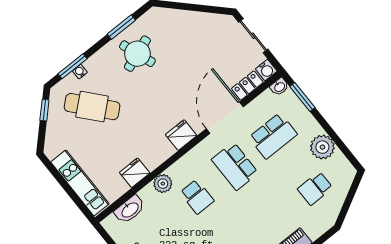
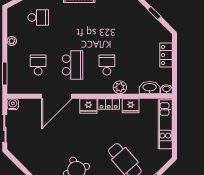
locker: (247, 86) -> (109, 104), moved
washbasin: (279, 87) -> (166, 89), moved
school desk: (273, 136) -> (38, 65), width x0.54
plant: (322, 147) -> (12, 41), width x0.53, depth x0.53

